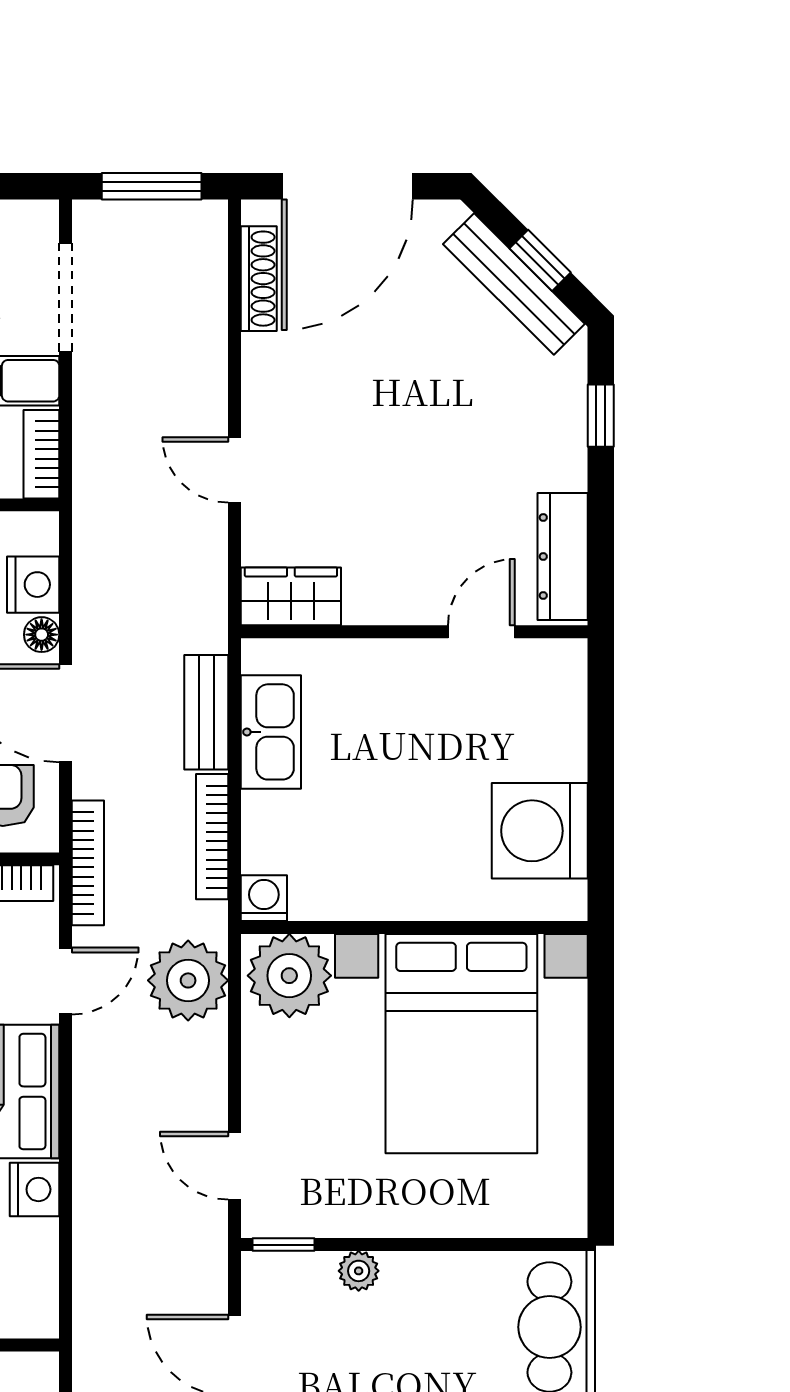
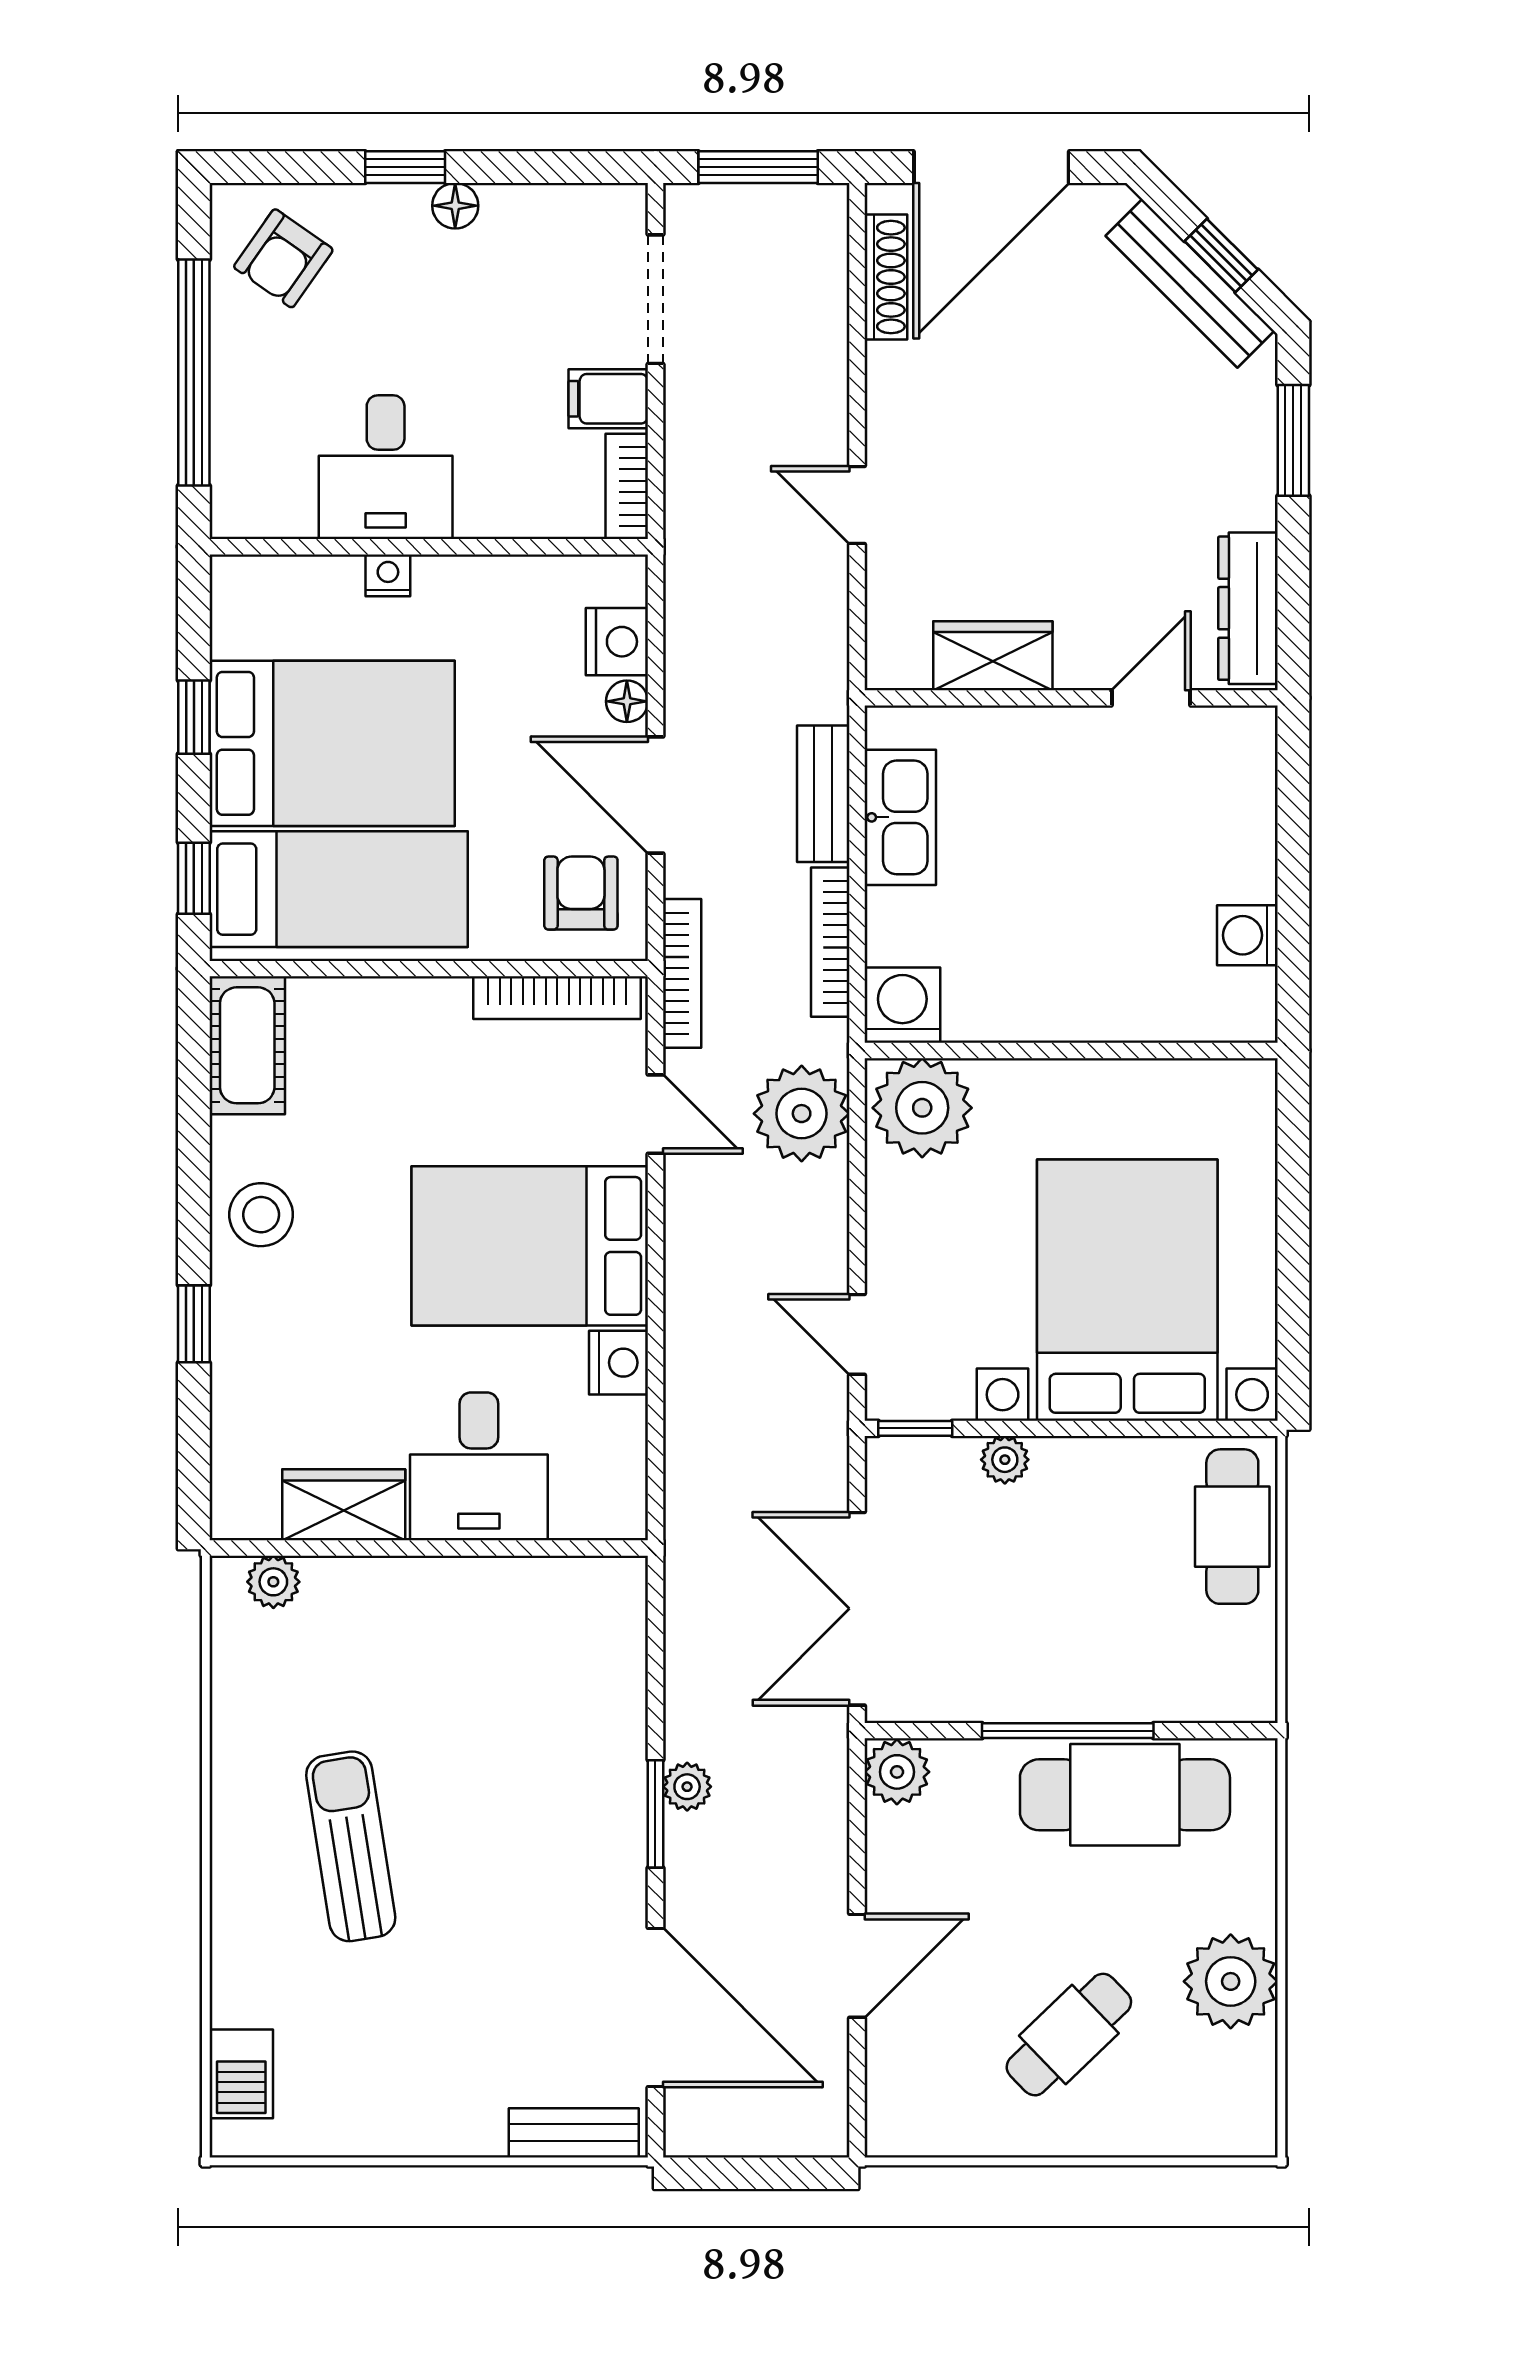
window: (601, 416) -> (1293, 440), width x1.50
wardrobe: (291, 596) -> (993, 656), moved
washing machine: (540, 831) -> (1247, 935), width x0.53, depth x0.53
washing machine: (264, 898) -> (902, 1005), width x1.38, depth x1.38
door: (65, 981) -> (655, 1114), hinge flipped
bed with nightstands: (461, 1044) -> (1127, 1290), moved, turned 180

